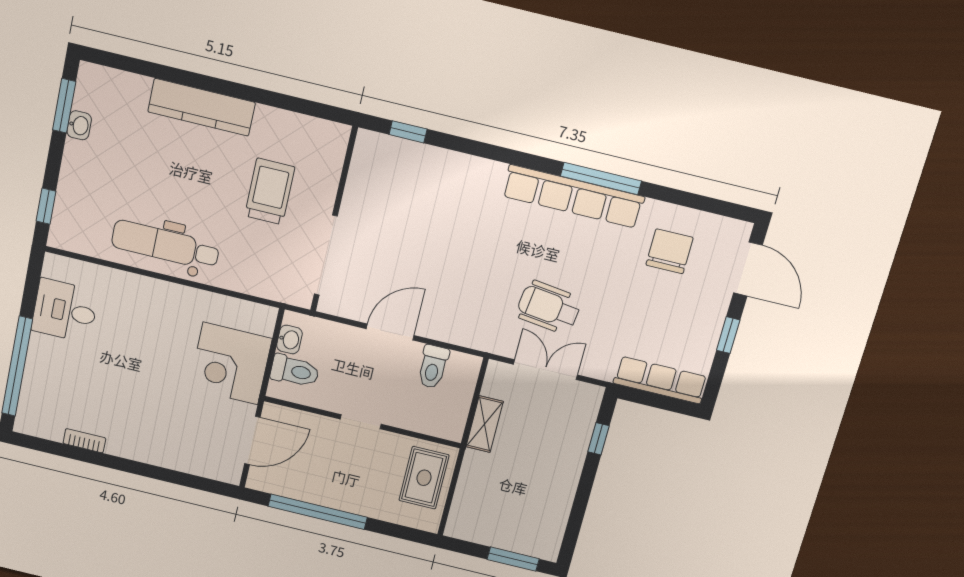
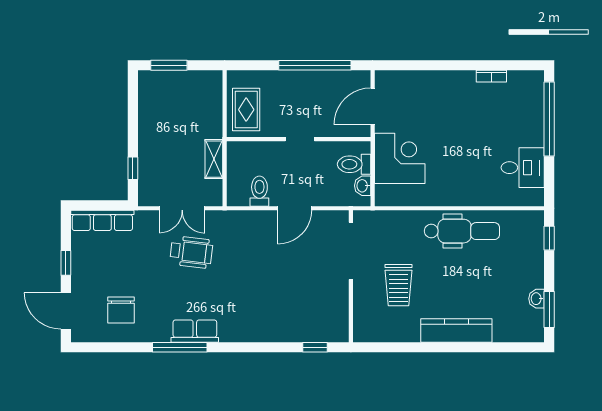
row of seats: (573, 196) -> (195, 331), width x0.50

